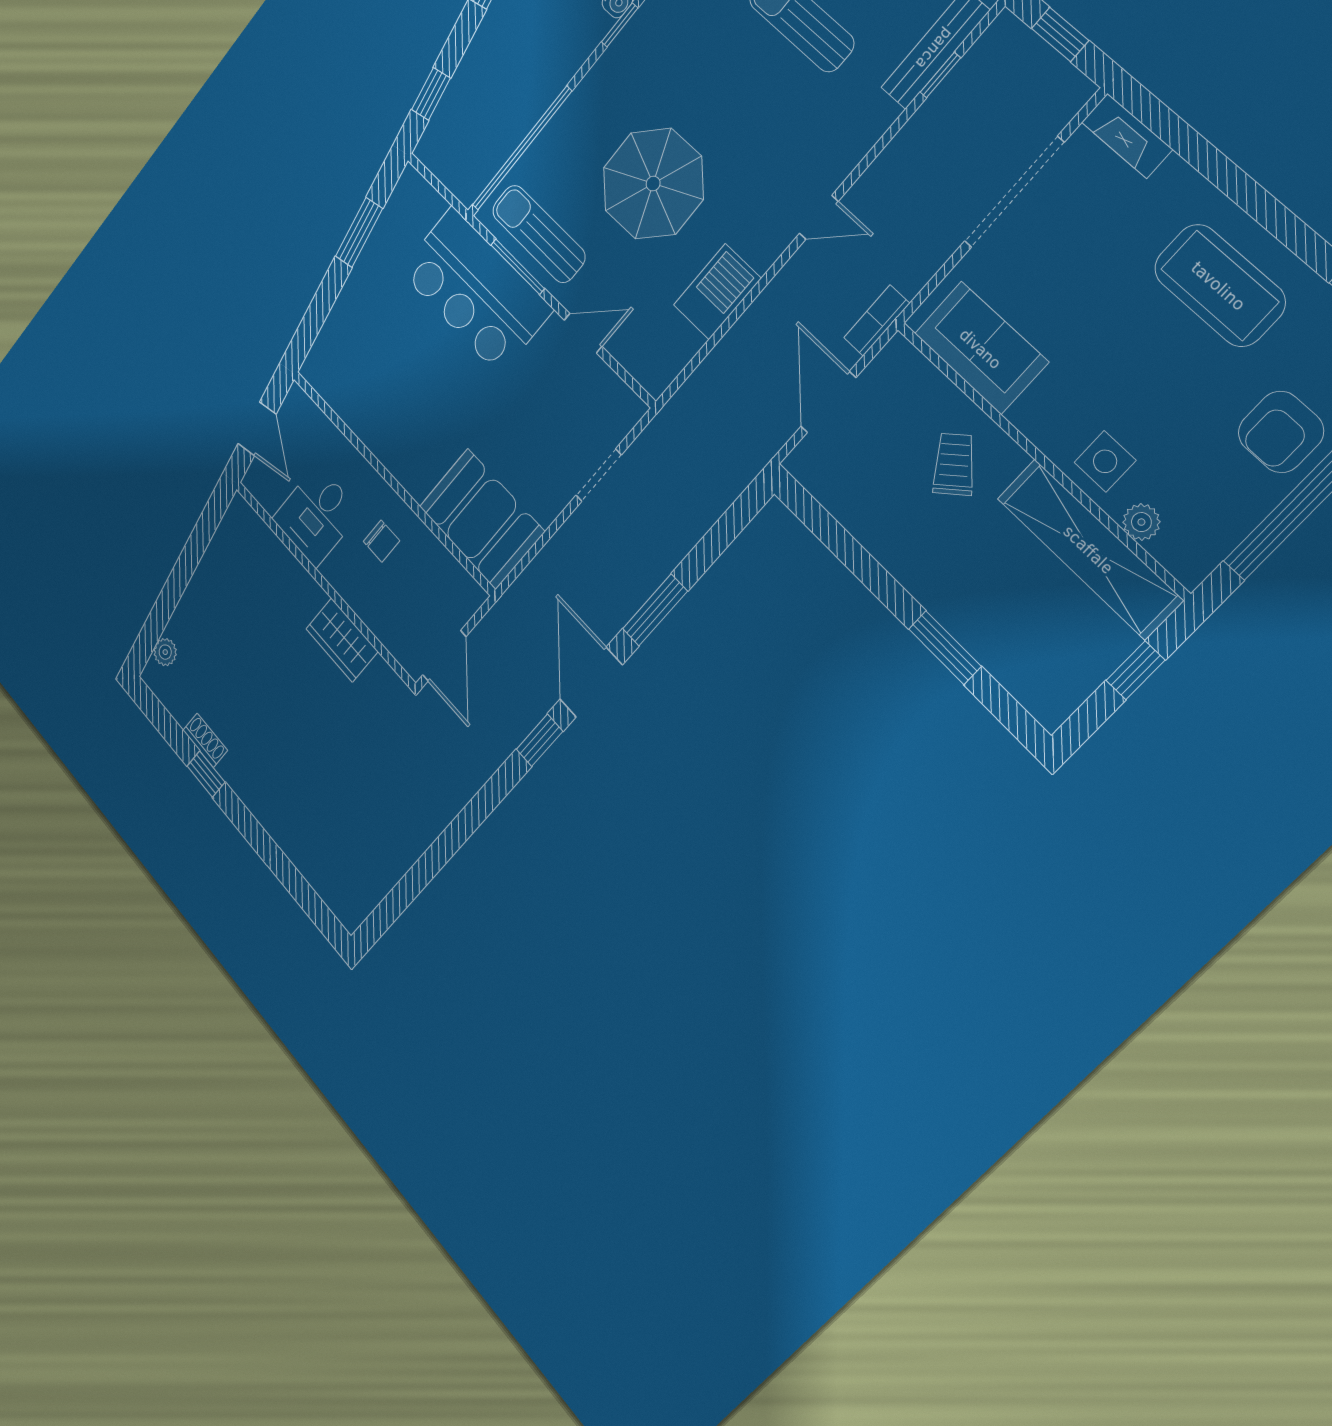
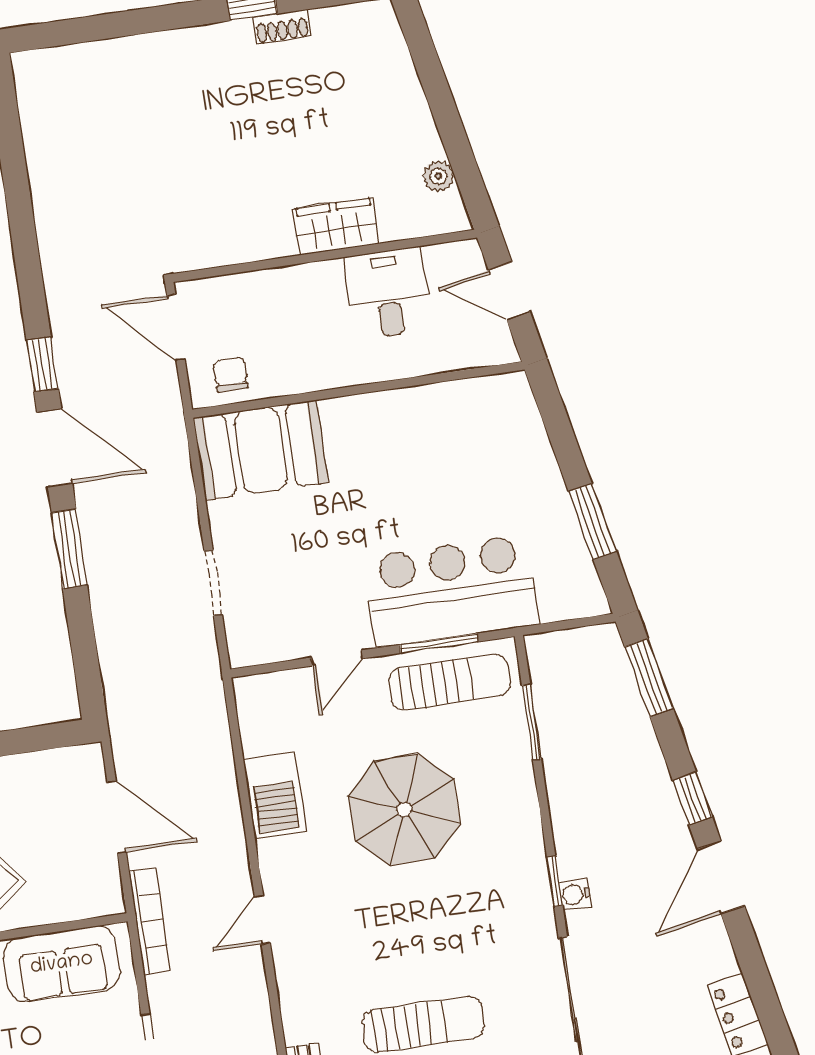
window: (431, 94) -> (649, 678), width x1.50
window: (522, 148) -> (531, 722), width x0.47
bookcase: (877, 321) -> (150, 921), width x1.56
chair: (382, 541) -> (231, 374), moved, turned 90
wardrobe: (342, 640) -> (336, 226), moved
plant: (165, 652) -> (438, 176), moved

